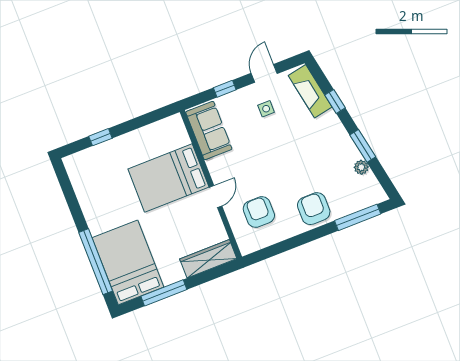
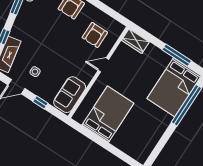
window: (100, 137) -> (116, 152), removed
bed: (168, 178) -> (108, 114), moved, turned -90
wardrobe: (208, 259) -> (135, 41), width x0.67

